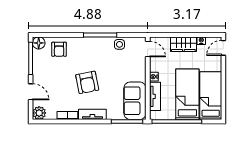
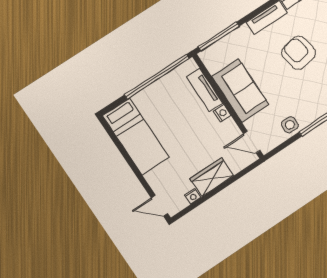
door: (223, 48) -> (159, 206), swing flipped
bed: (187, 94) -> (166, 119), removed
sofa: (135, 101) -> (240, 91), moved

